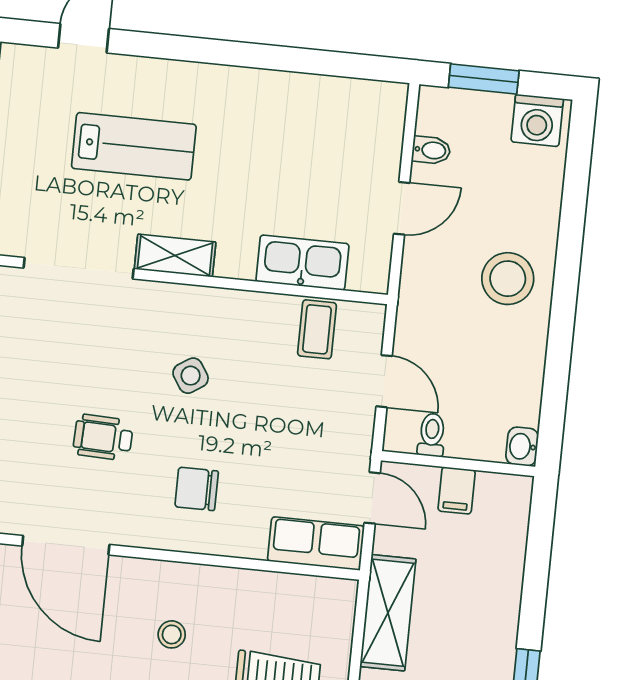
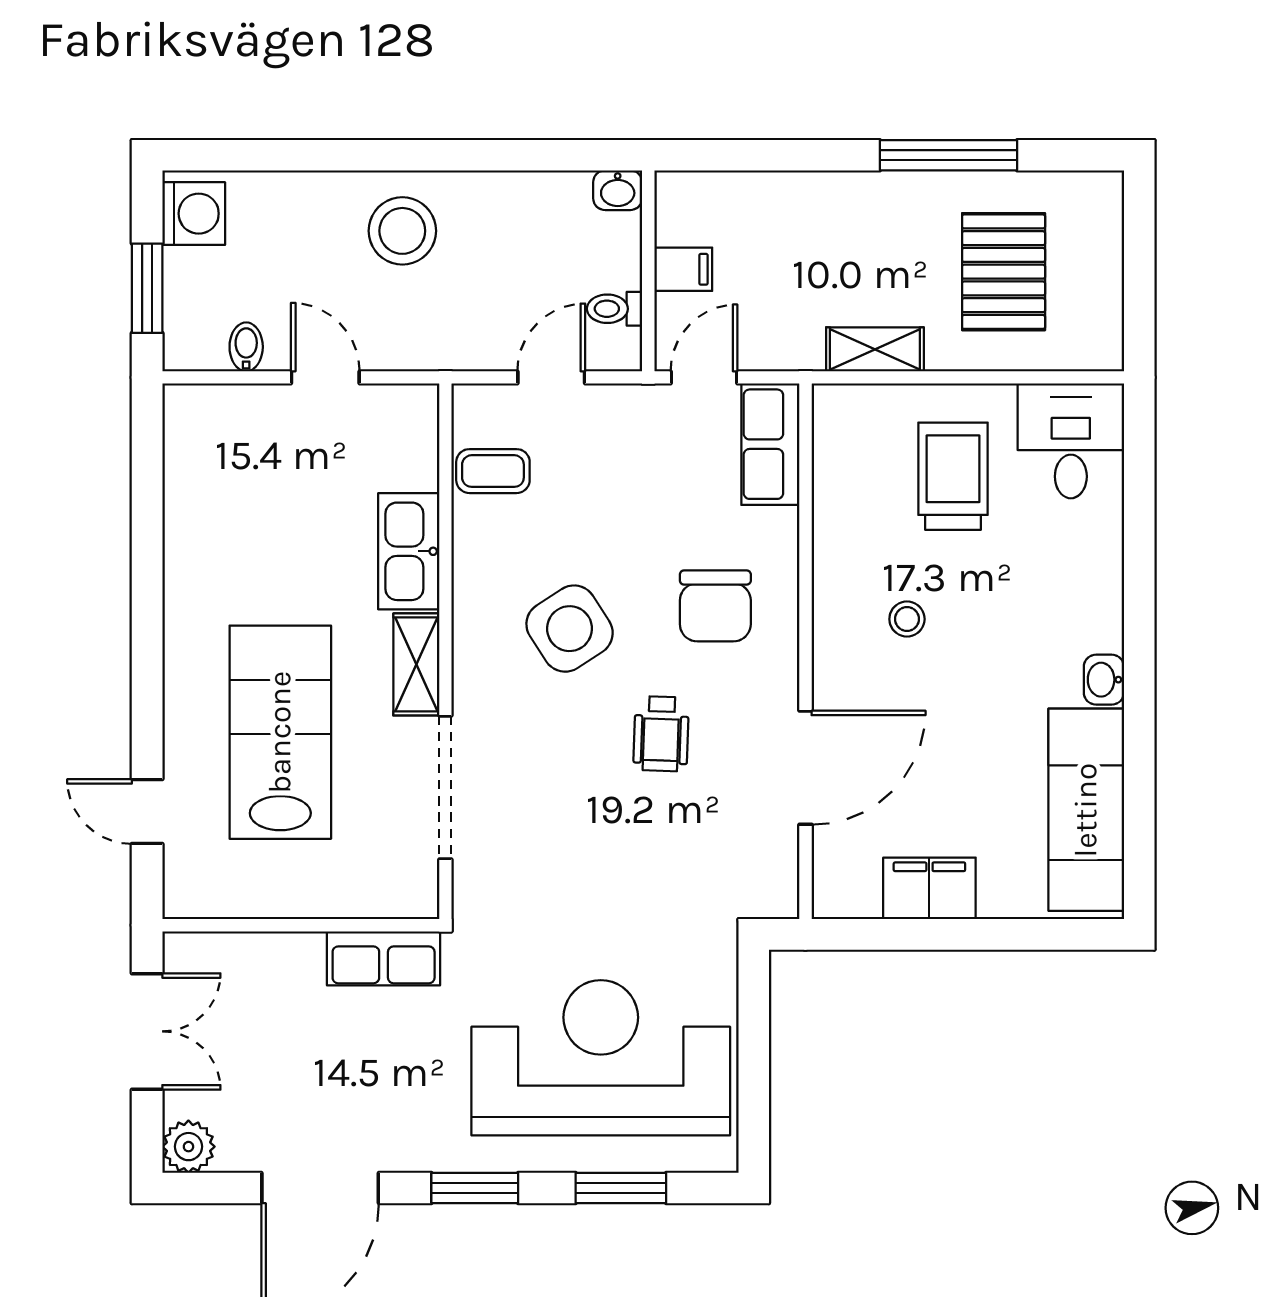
lab bench: (134, 146) -> (280, 732), width x1.36, depth x1.39
kitchen sink: (302, 263) -> (409, 551), moved
side table: (191, 376) -> (570, 629), width x1.87, depth x1.87
chair: (197, 489) -> (715, 606), width x1.37, depth x1.37
shelving: (388, 613) -> (875, 349), width x0.67, depth x0.75

